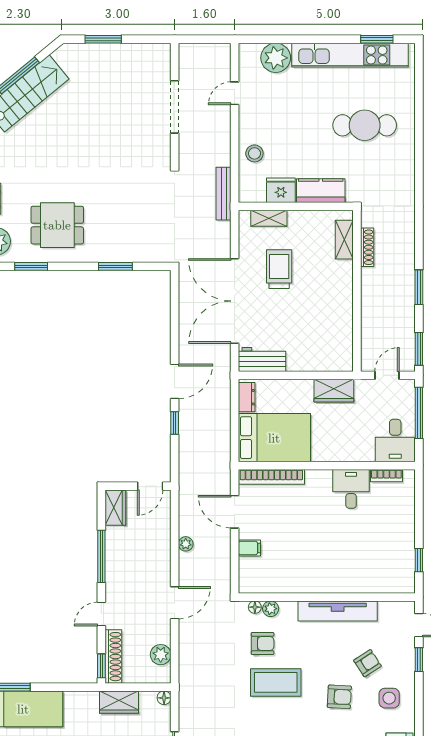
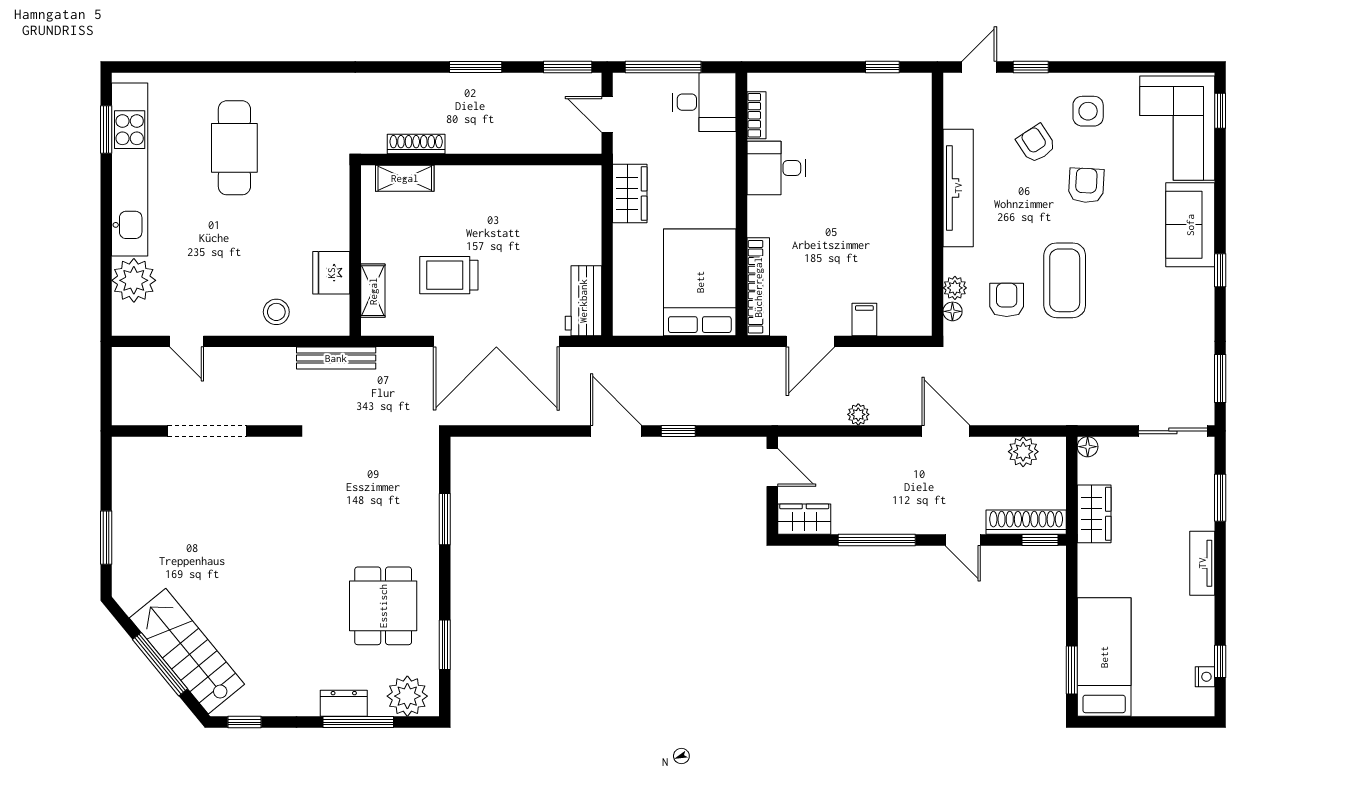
kitchen counter: (321, 191) -> (332, 213), removed
dresser: (247, 397) -> (640, 323), removed

